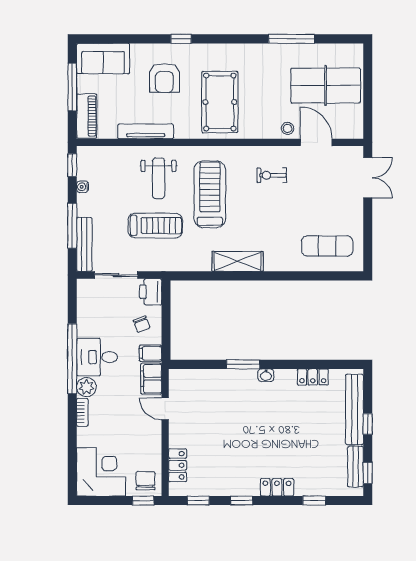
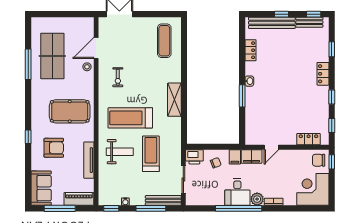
table tennis table: (326, 85) -> (52, 56), moved

